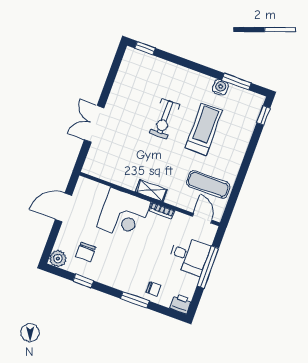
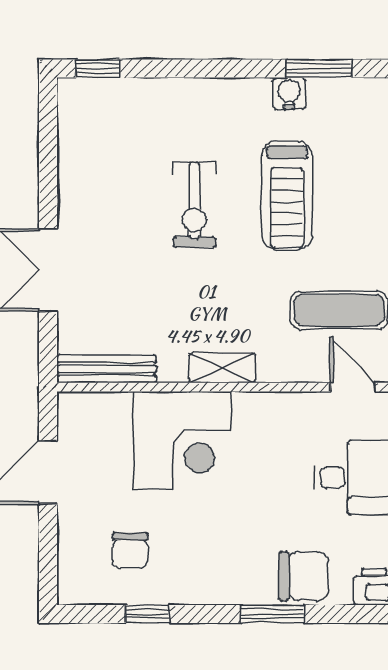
treadmill: (204, 129) -> (287, 196), turned 180
bench: (103, 174) -> (106, 369), added
bookcase: (162, 210) -> (261, 402), removed
plant: (58, 259) -> (76, 586), removed
chair: (153, 289) -> (304, 576), width x1.87, depth x1.87

